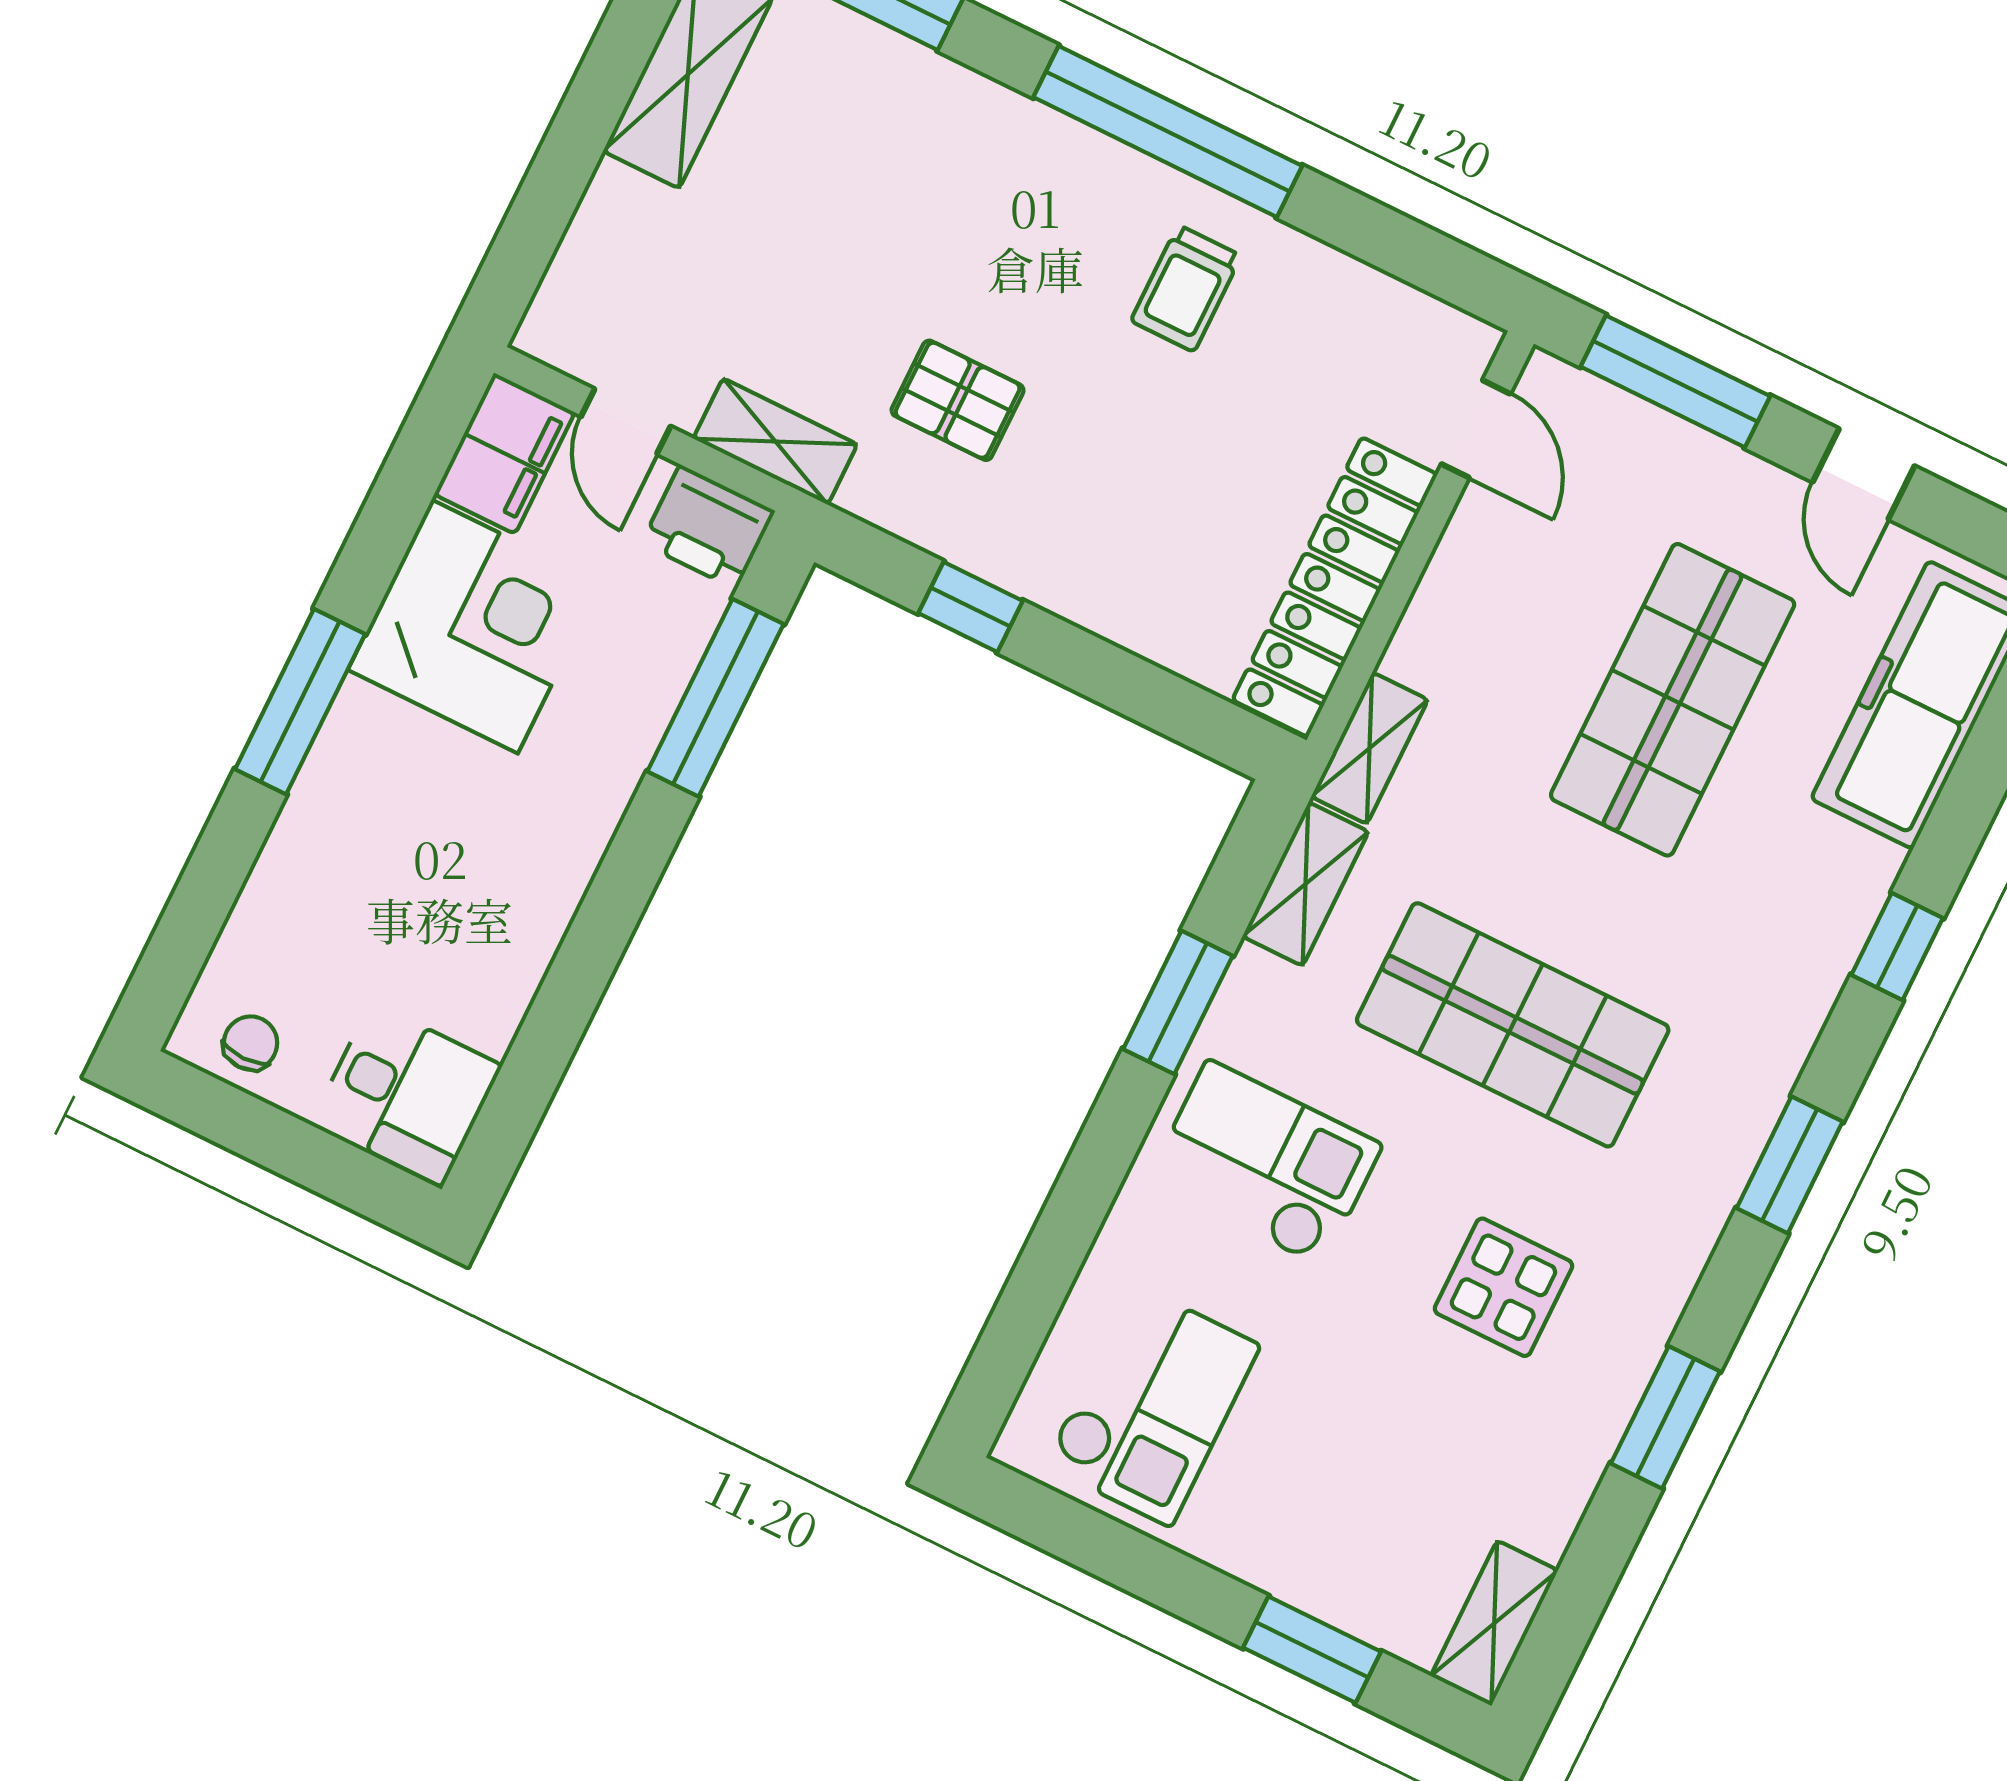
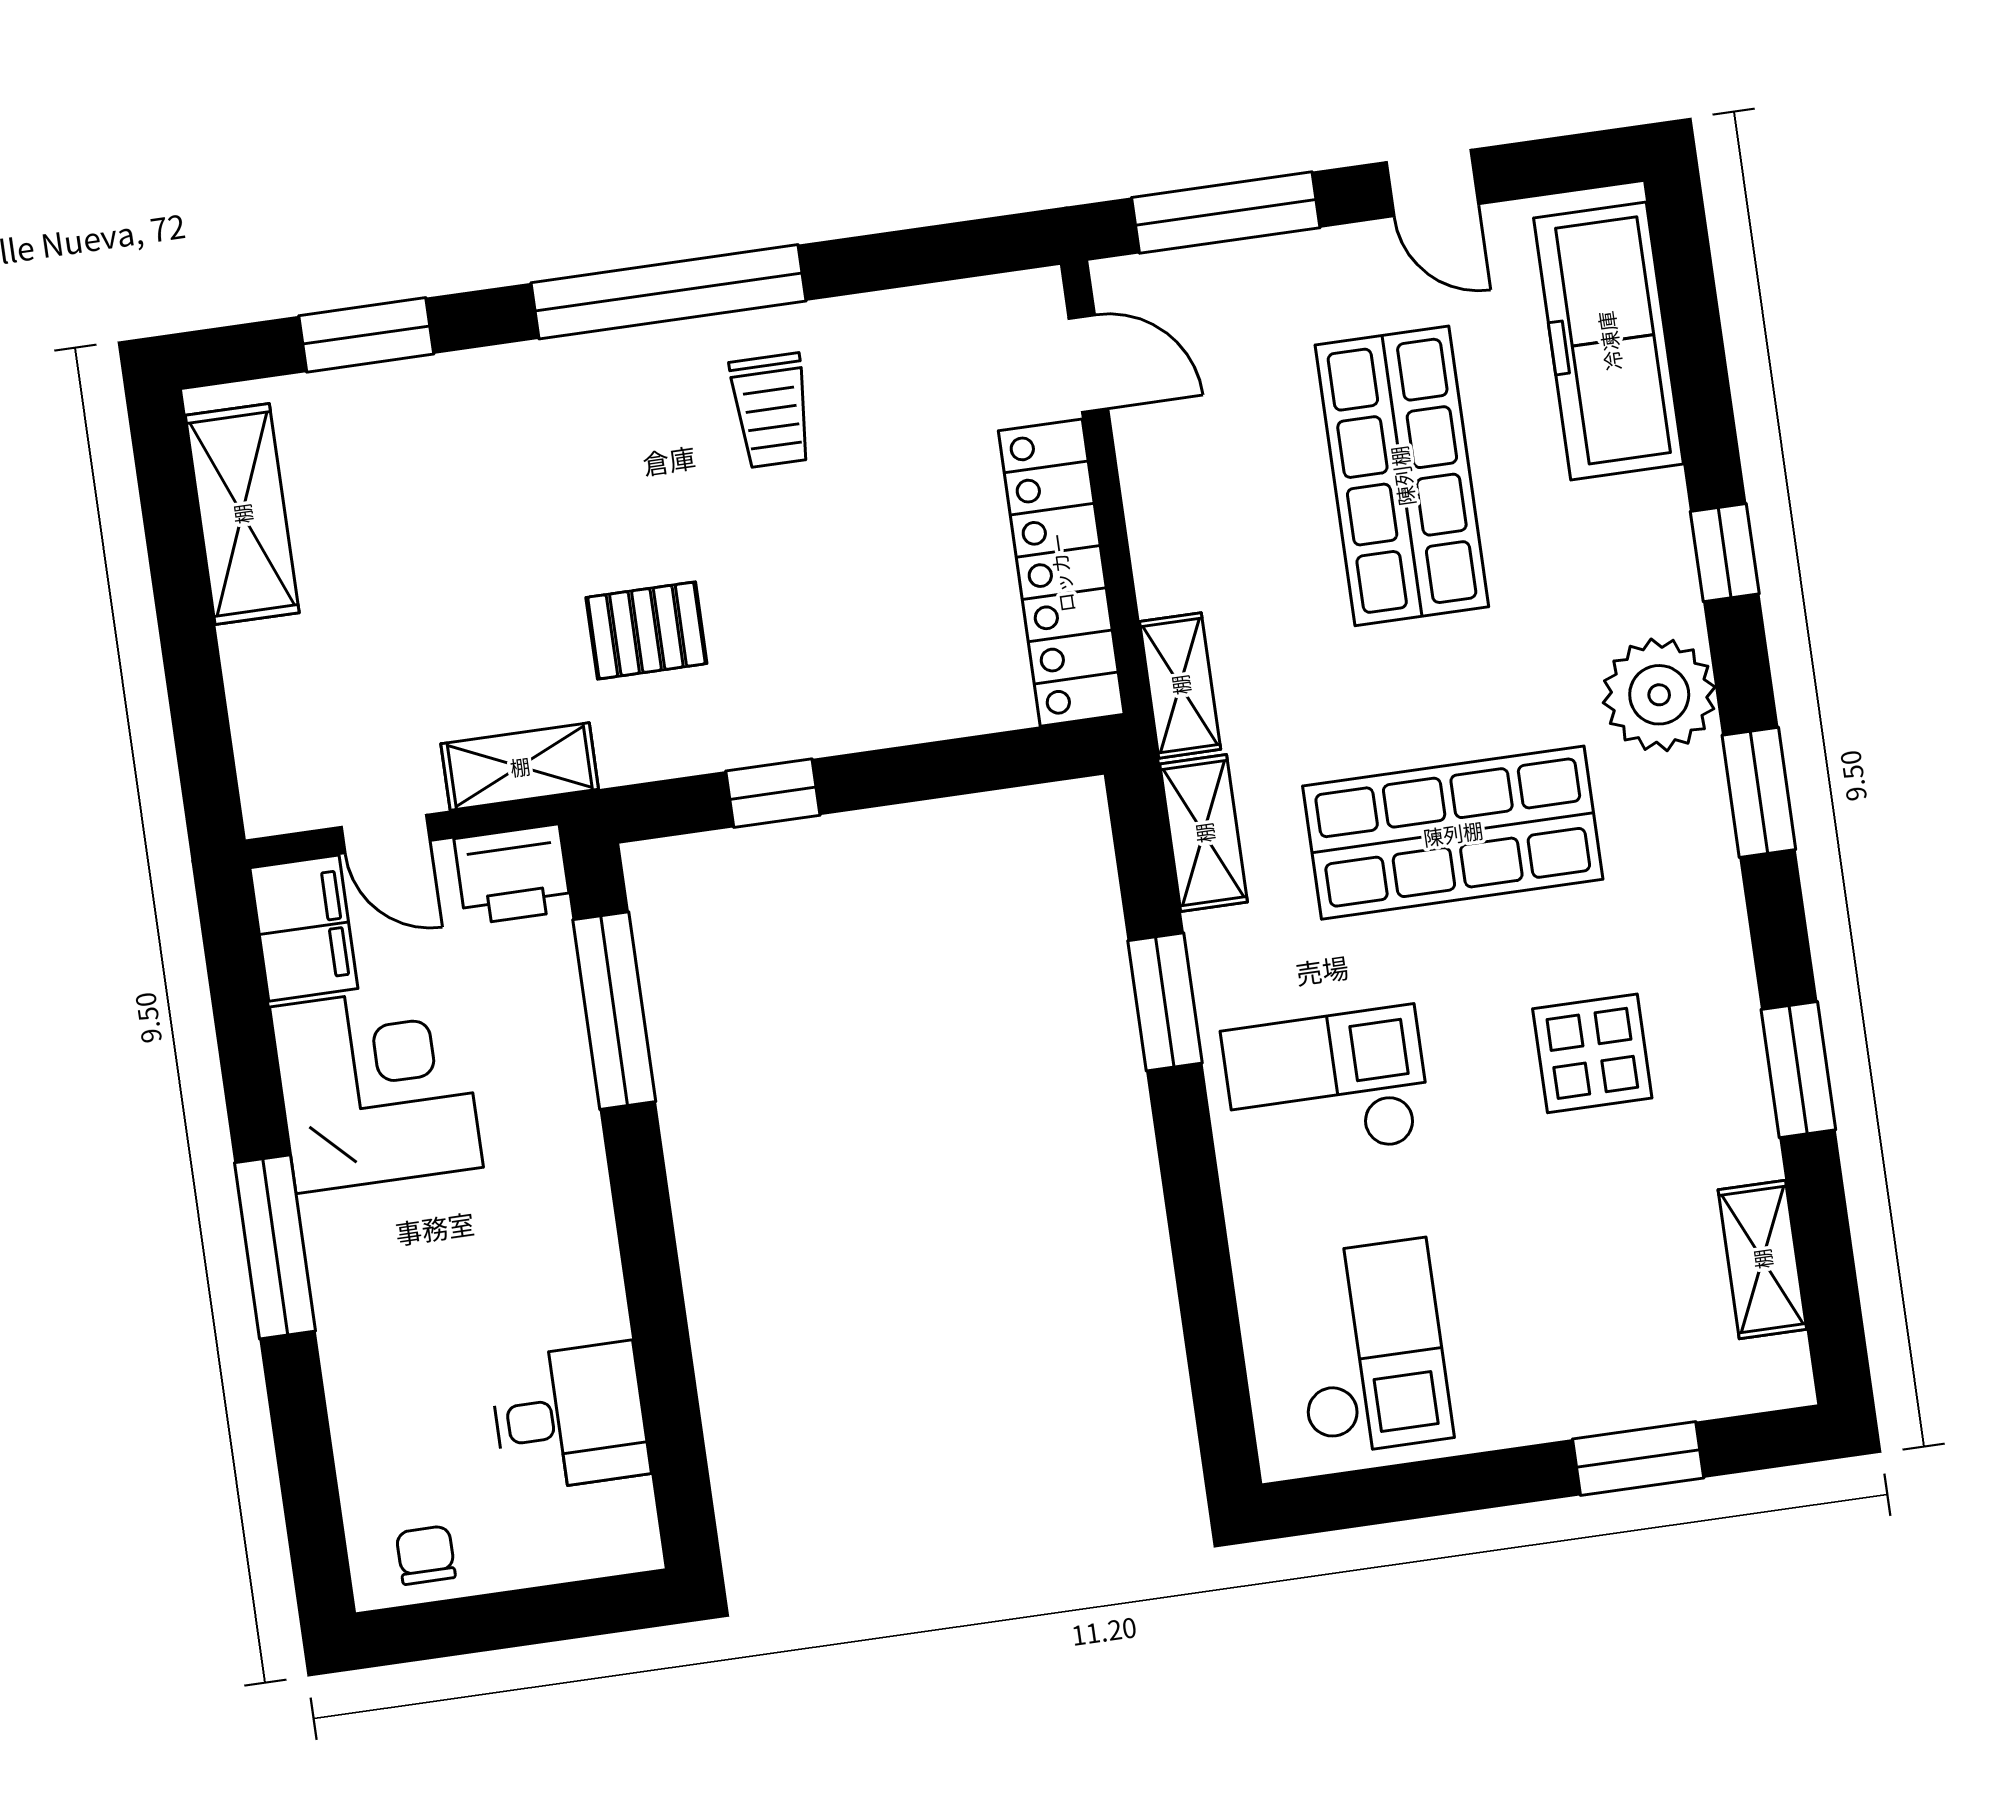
plant: (1762, 1027) -> (1659, 695), added
desk: (407, 1094) -> (570, 1417), moved
shelving: (1494, 1623) -> (1762, 1259), moved

